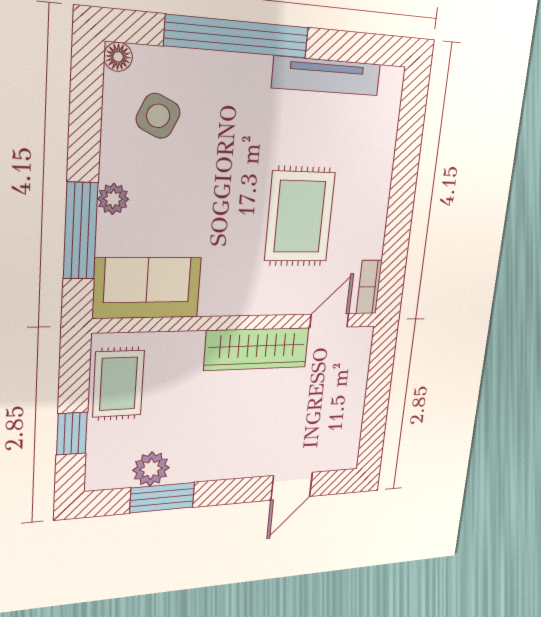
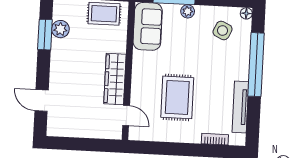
rug: (300, 217) -> (177, 97), turned 90
bookcase: (369, 287) -> (215, 139), moved

